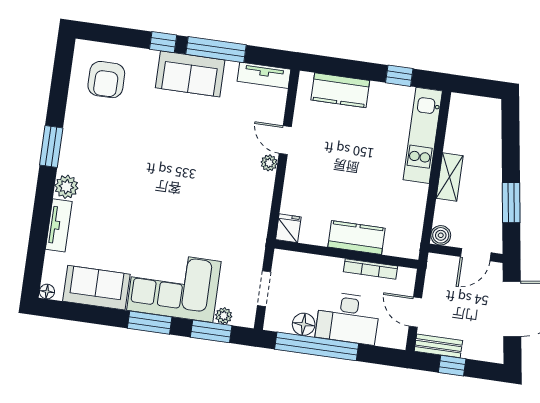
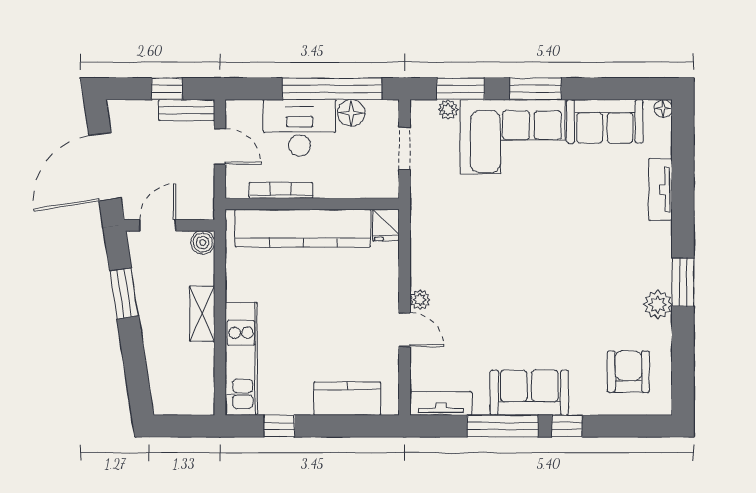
plant: (66, 187) -> (658, 304), moved
kitchen counter: (357, 238) -> (303, 228), width x2.08, depth x1.17

